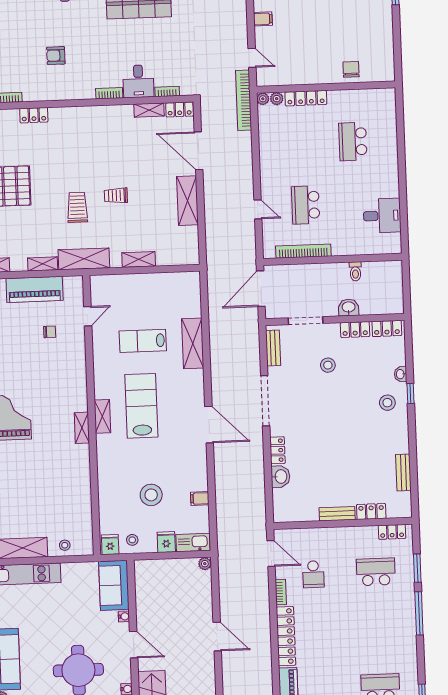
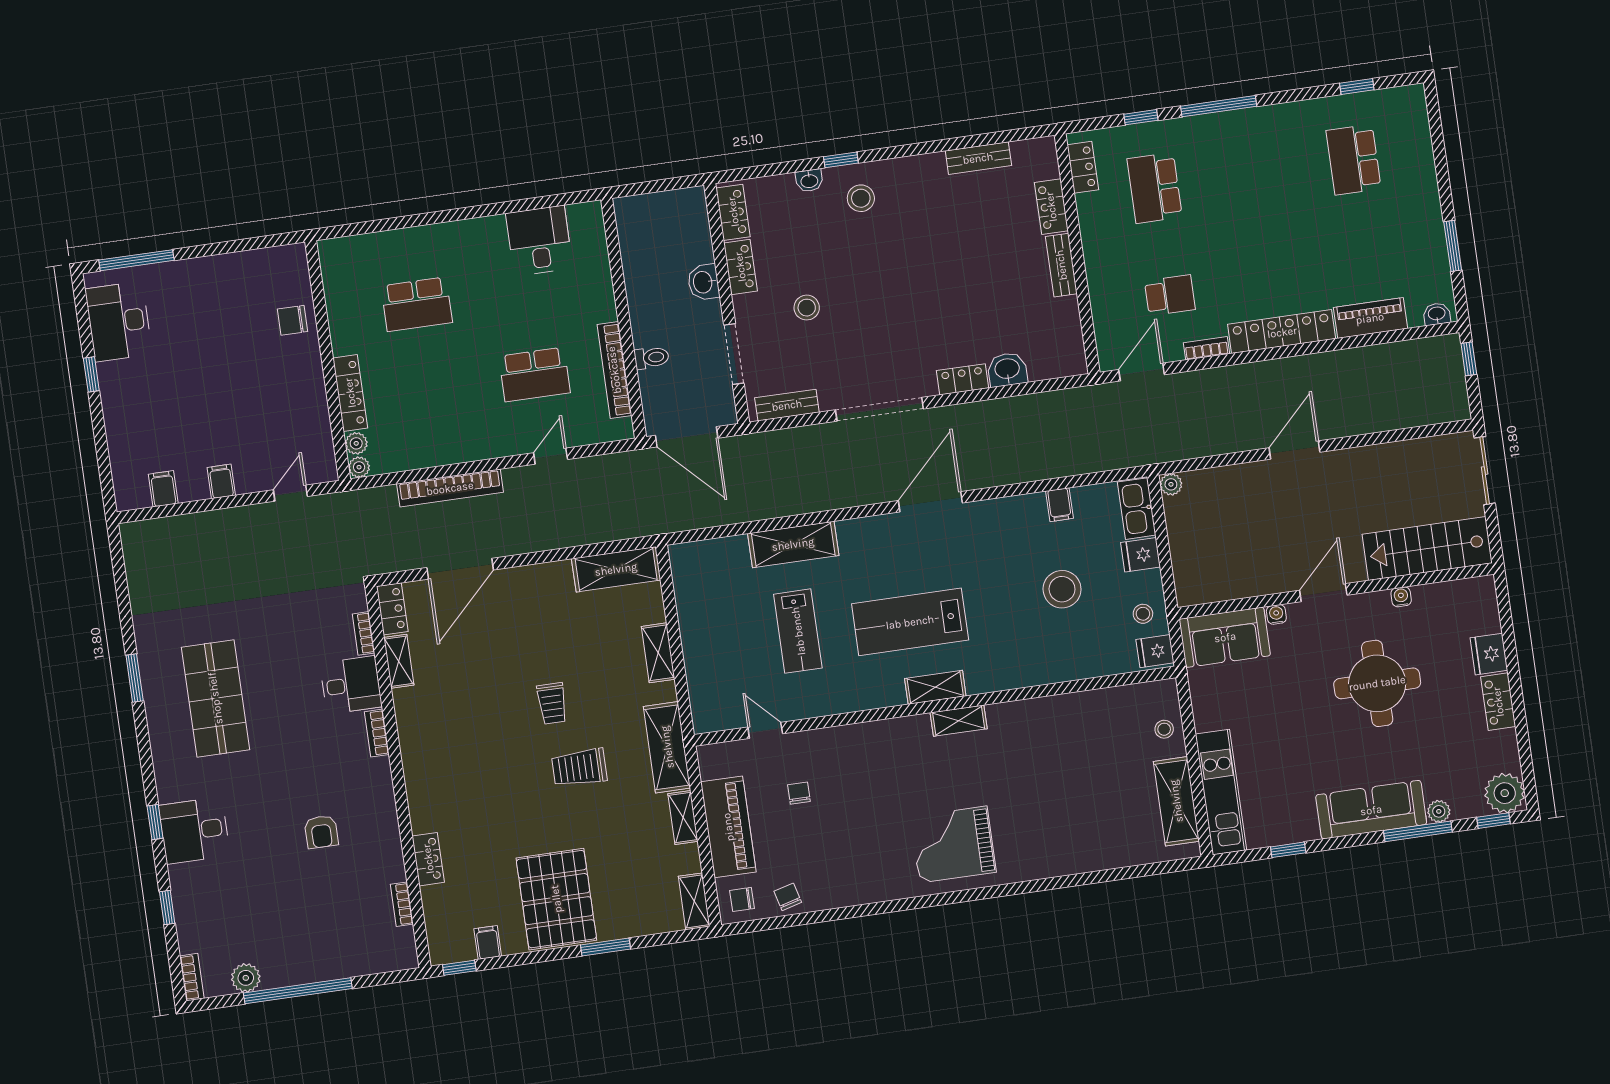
bookcase: (244, 100) -> (450, 488), moved
shelving: (187, 201) -> (616, 569), moved
toilet: (355, 271) -> (652, 358), moved
window: (417, 568) -> (1141, 117), width x0.67

